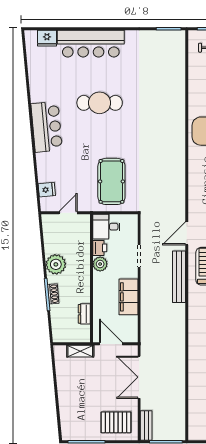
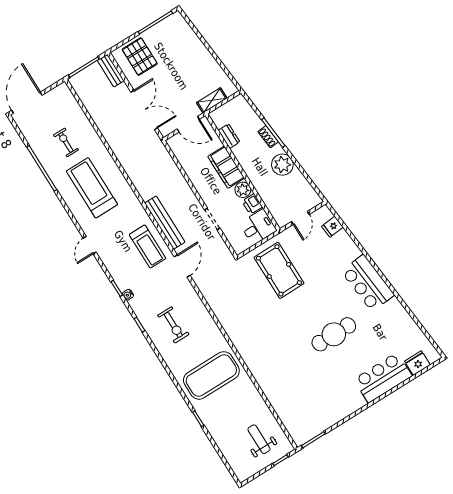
bar counter: (91, 44) -> (383, 378), width x0.73
filing cabinet: (128, 297) -> (226, 167), moved, turned 180
pallet: (116, 422) -> (140, 57), turned 90

